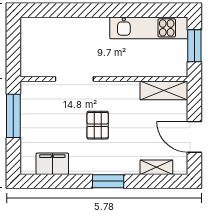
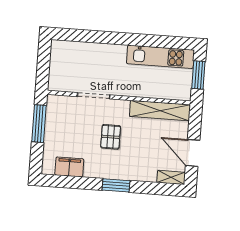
shelving: (164, 90) -> (160, 111), width x1.47
shelving: (156, 167) -> (171, 177), moved

